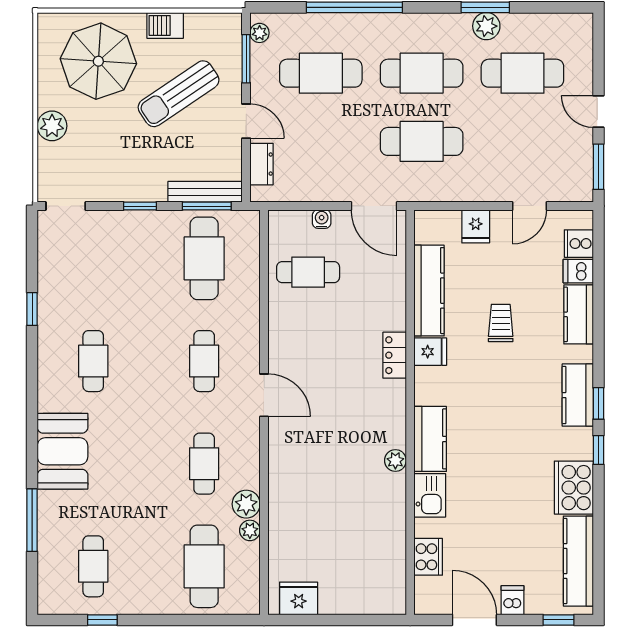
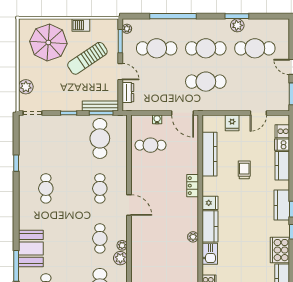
plant: (52, 126) -> (26, 87), moved
fridge: (430, 352) -> (210, 203), moved
booth: (63, 451) -> (31, 248), moved
plant: (250, 530) -> (122, 245), moved

